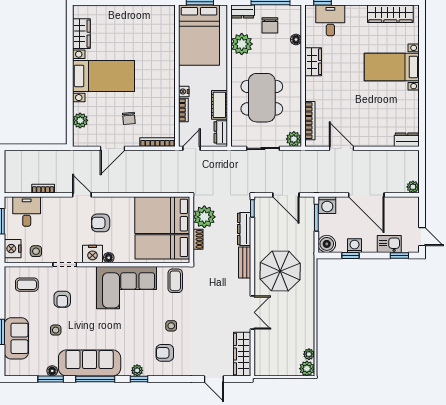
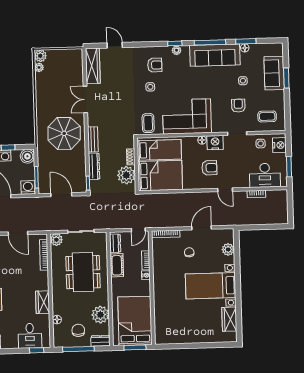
desk: (27, 212) -> (265, 175), width x1.37

